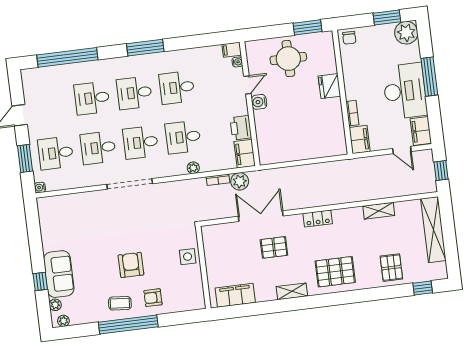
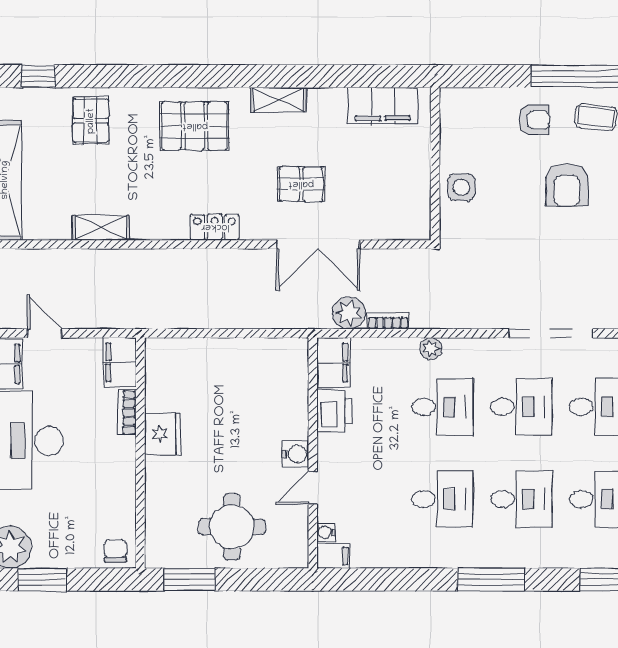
fridge: (329, 86) -> (163, 434), moved

